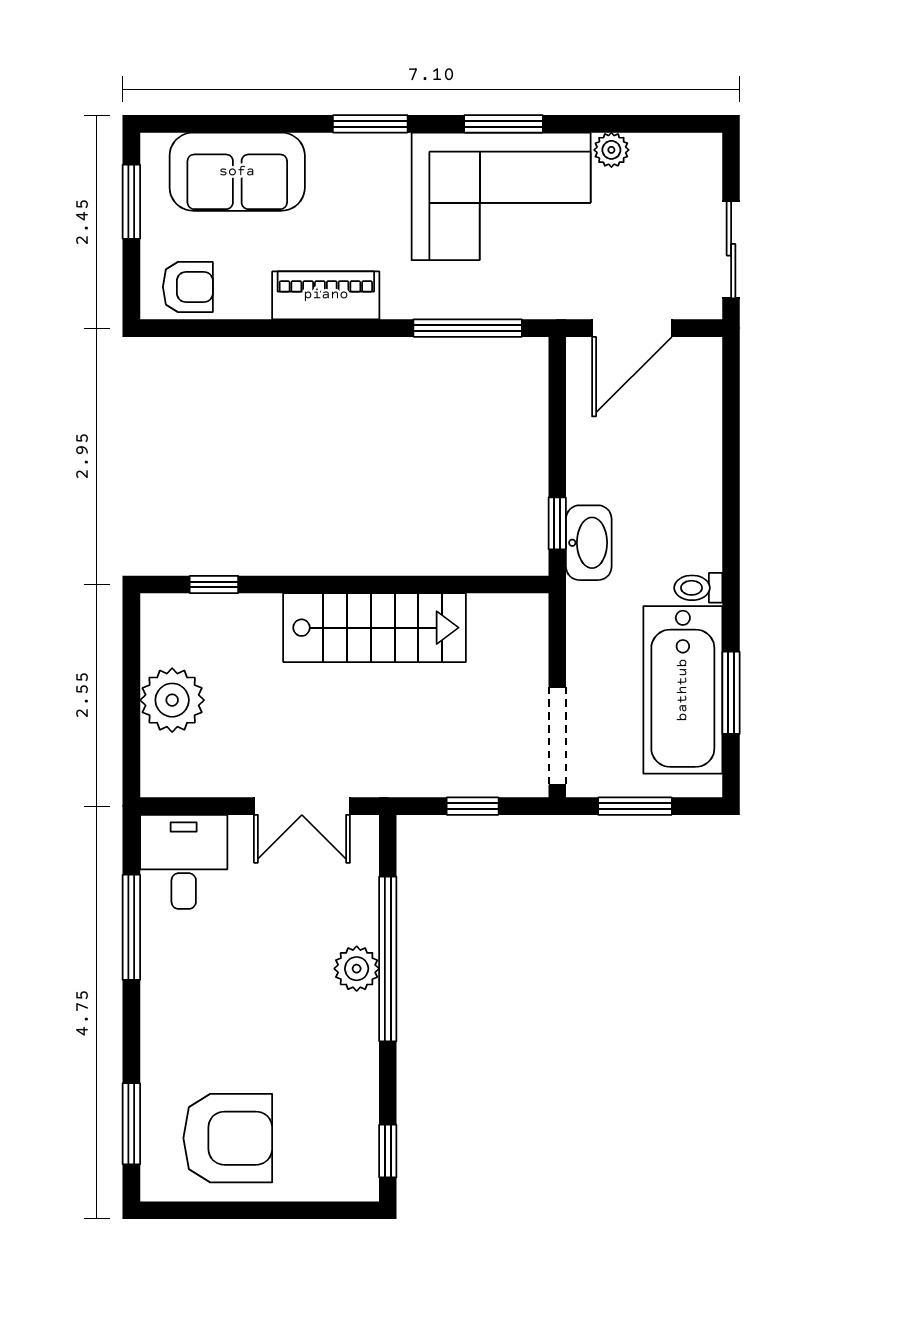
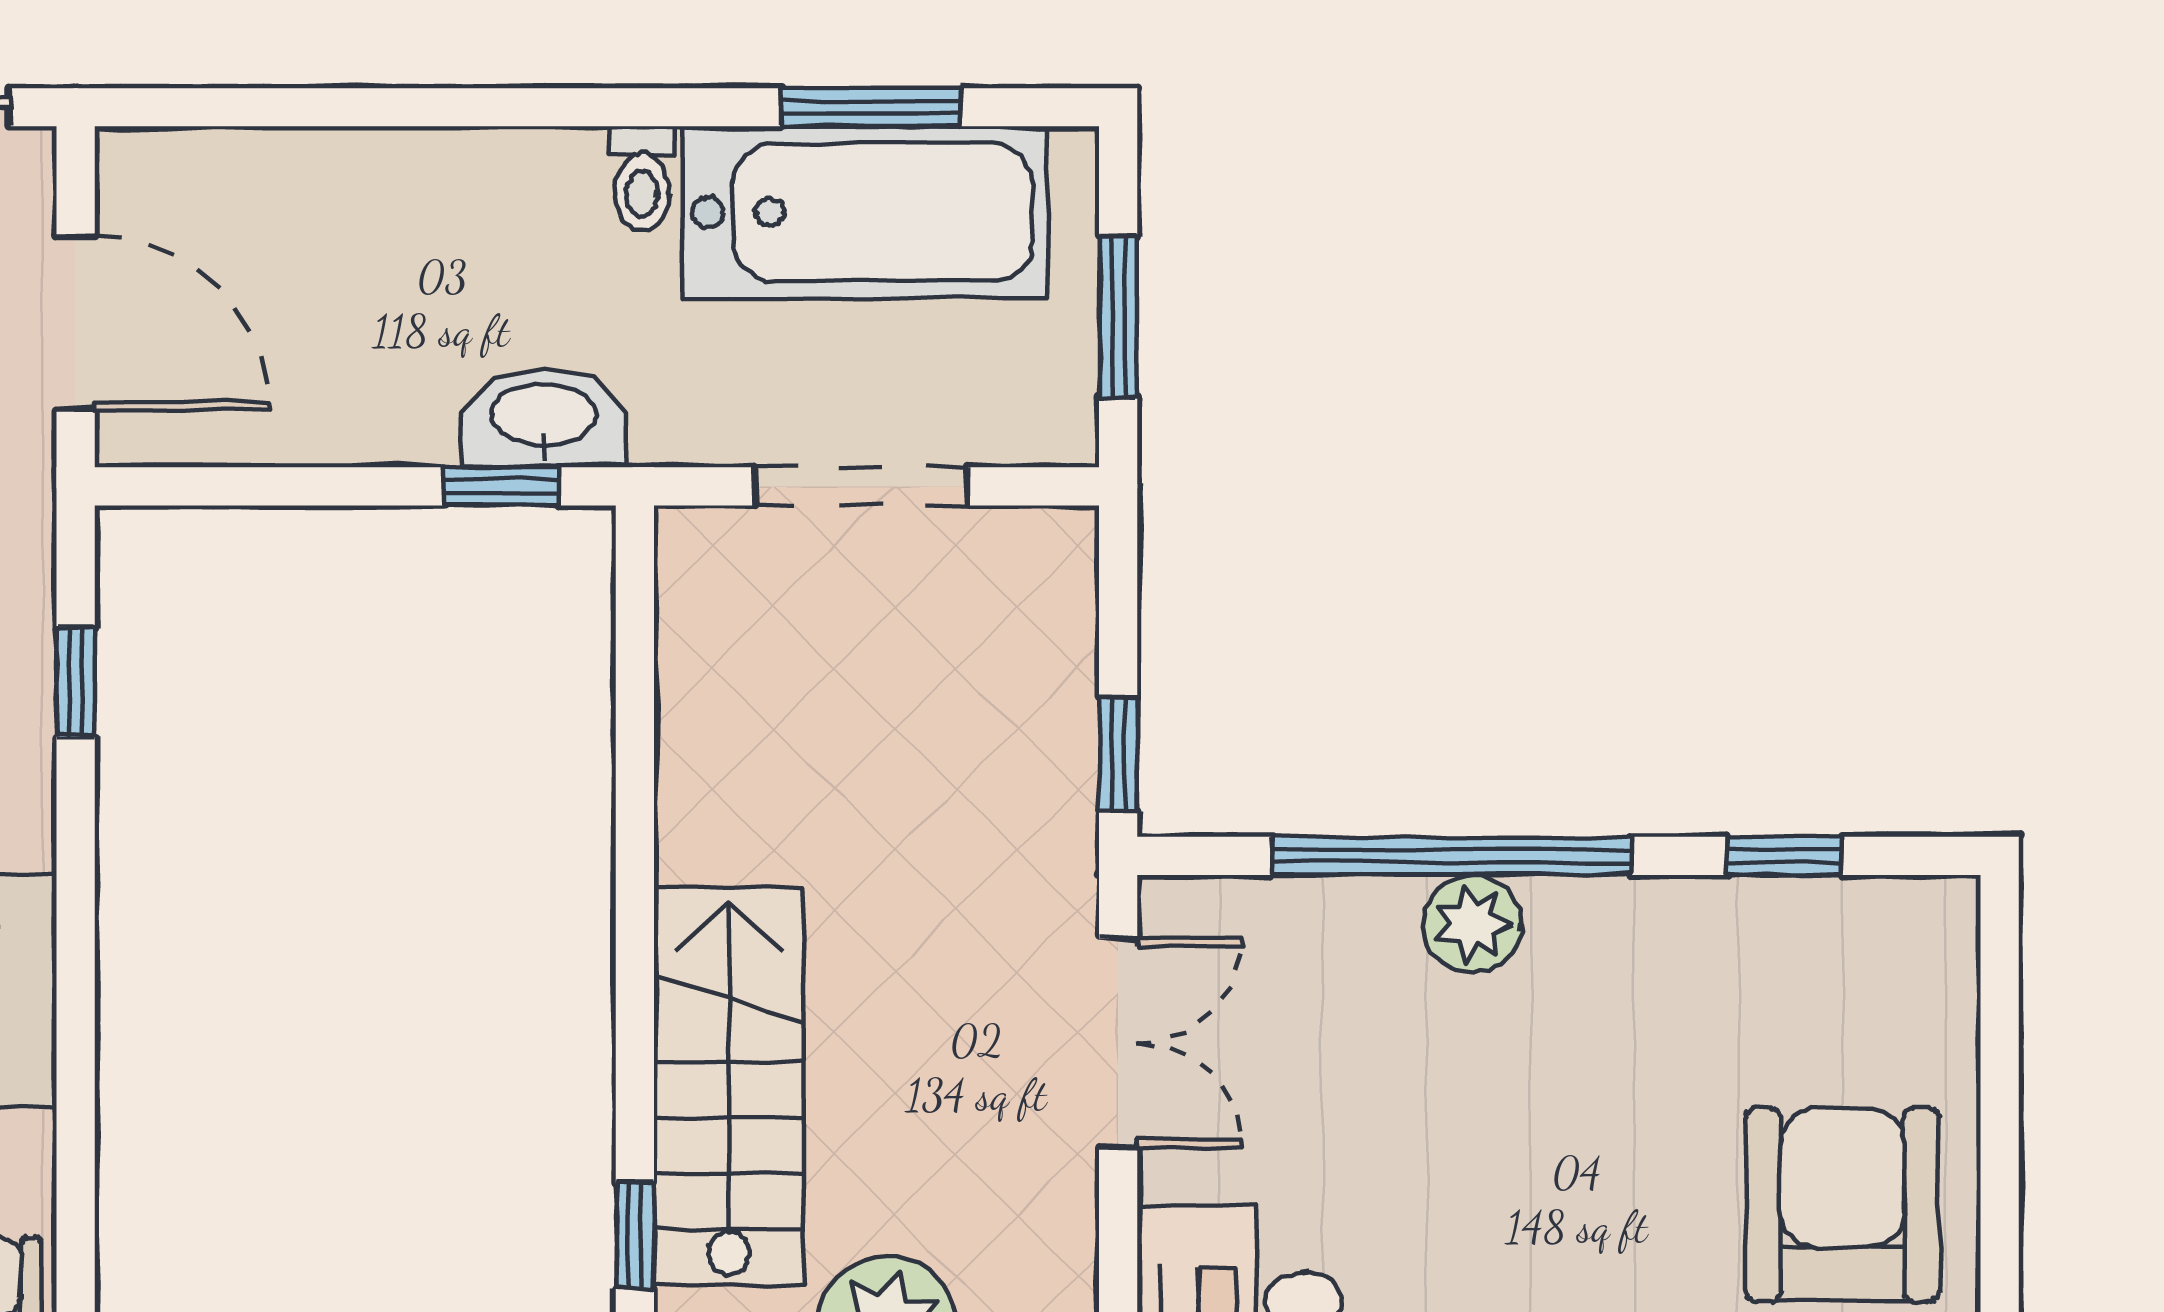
window: (468, 328) -> (76, 682), width x0.46
stairs: (375, 628) -> (729, 1086), moved
doorway: (557, 736) -> (861, 486), moved
window: (473, 806) -> (1118, 755), moved
window: (388, 1151) -> (1785, 856), moved

